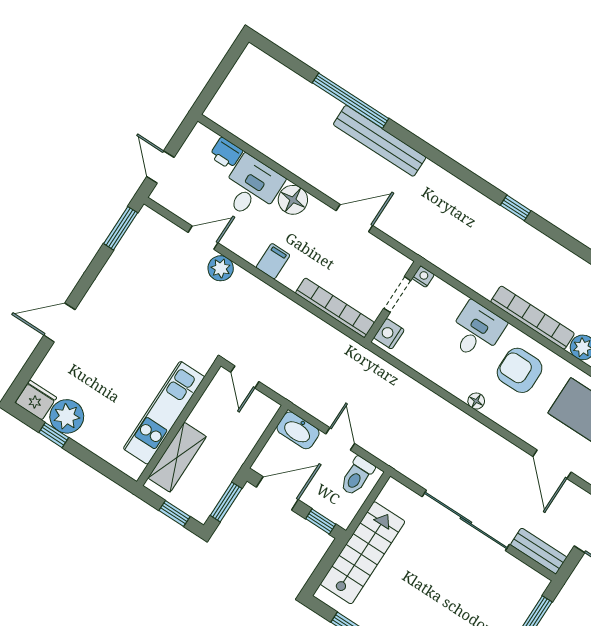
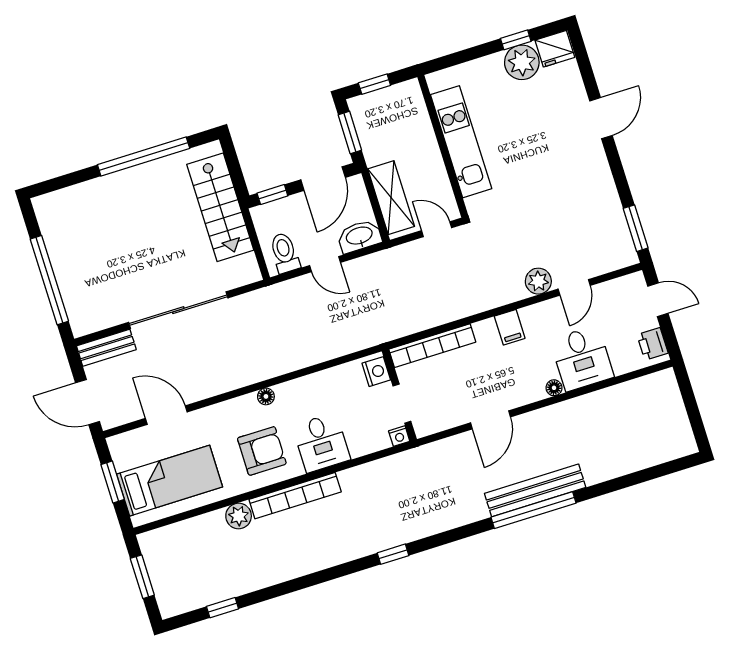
window: (351, 101) -> (534, 510), moved
printer: (226, 153) -> (653, 344), moved, turned -90
floor lamp: (293, 200) -> (554, 388), width x0.53, depth x0.53
shelving: (177, 457) -> (391, 198), moved

